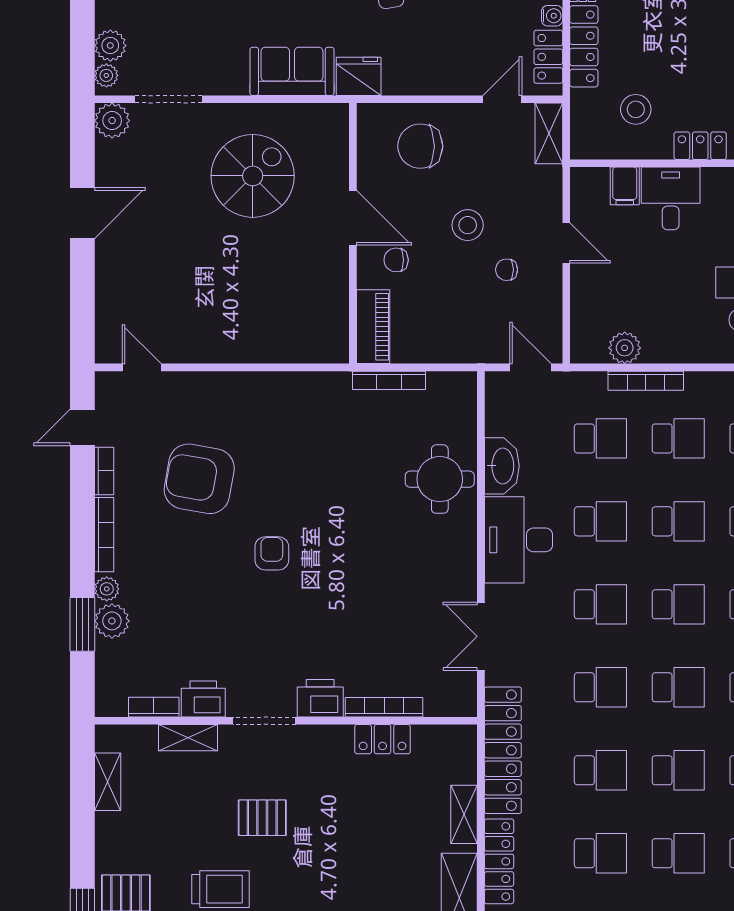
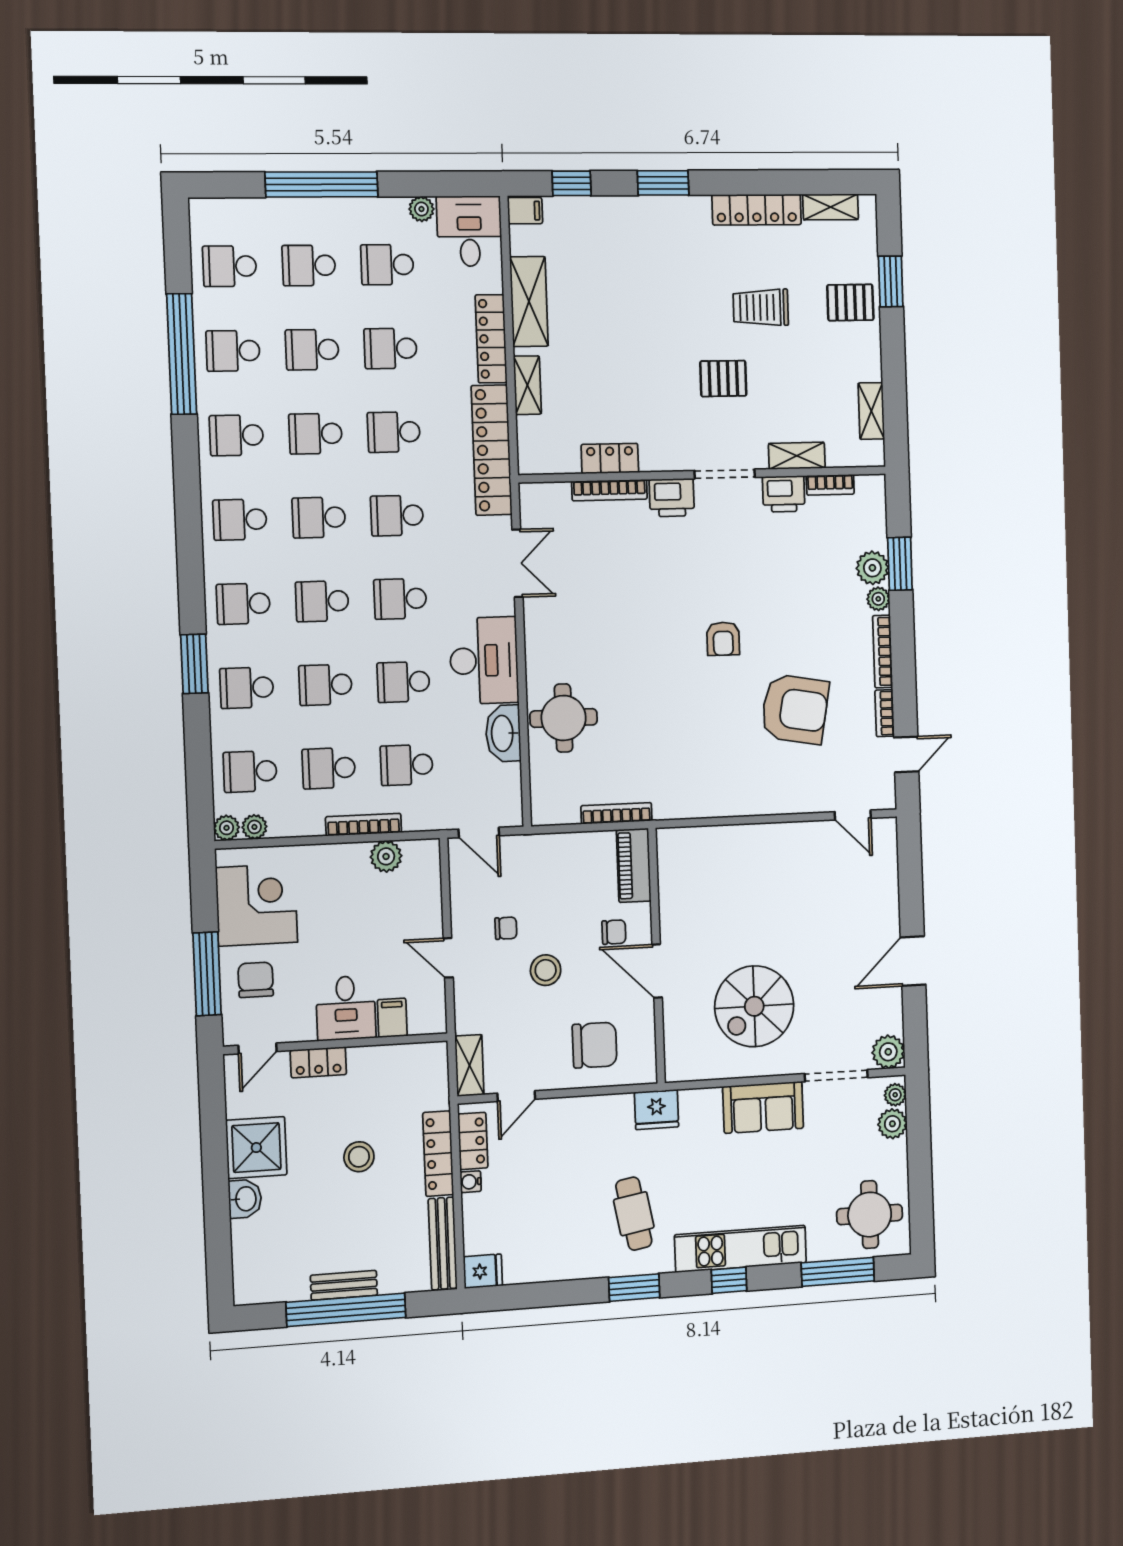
sofa: (292, 71) -> (763, 1107), moved
stool: (636, 109) -> (359, 1157), moved

